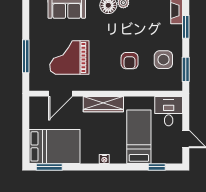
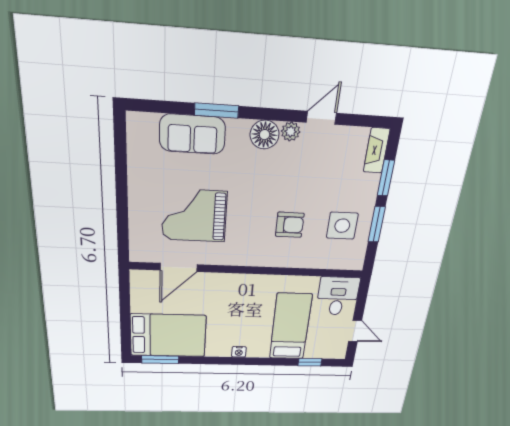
window: (26, 56) -> (122, 210), removed
armchair: (130, 61) -> (290, 225), turned -90
window: (186, 69) -> (377, 224), moved
wardrobe: (103, 104) -> (243, 284), removed

